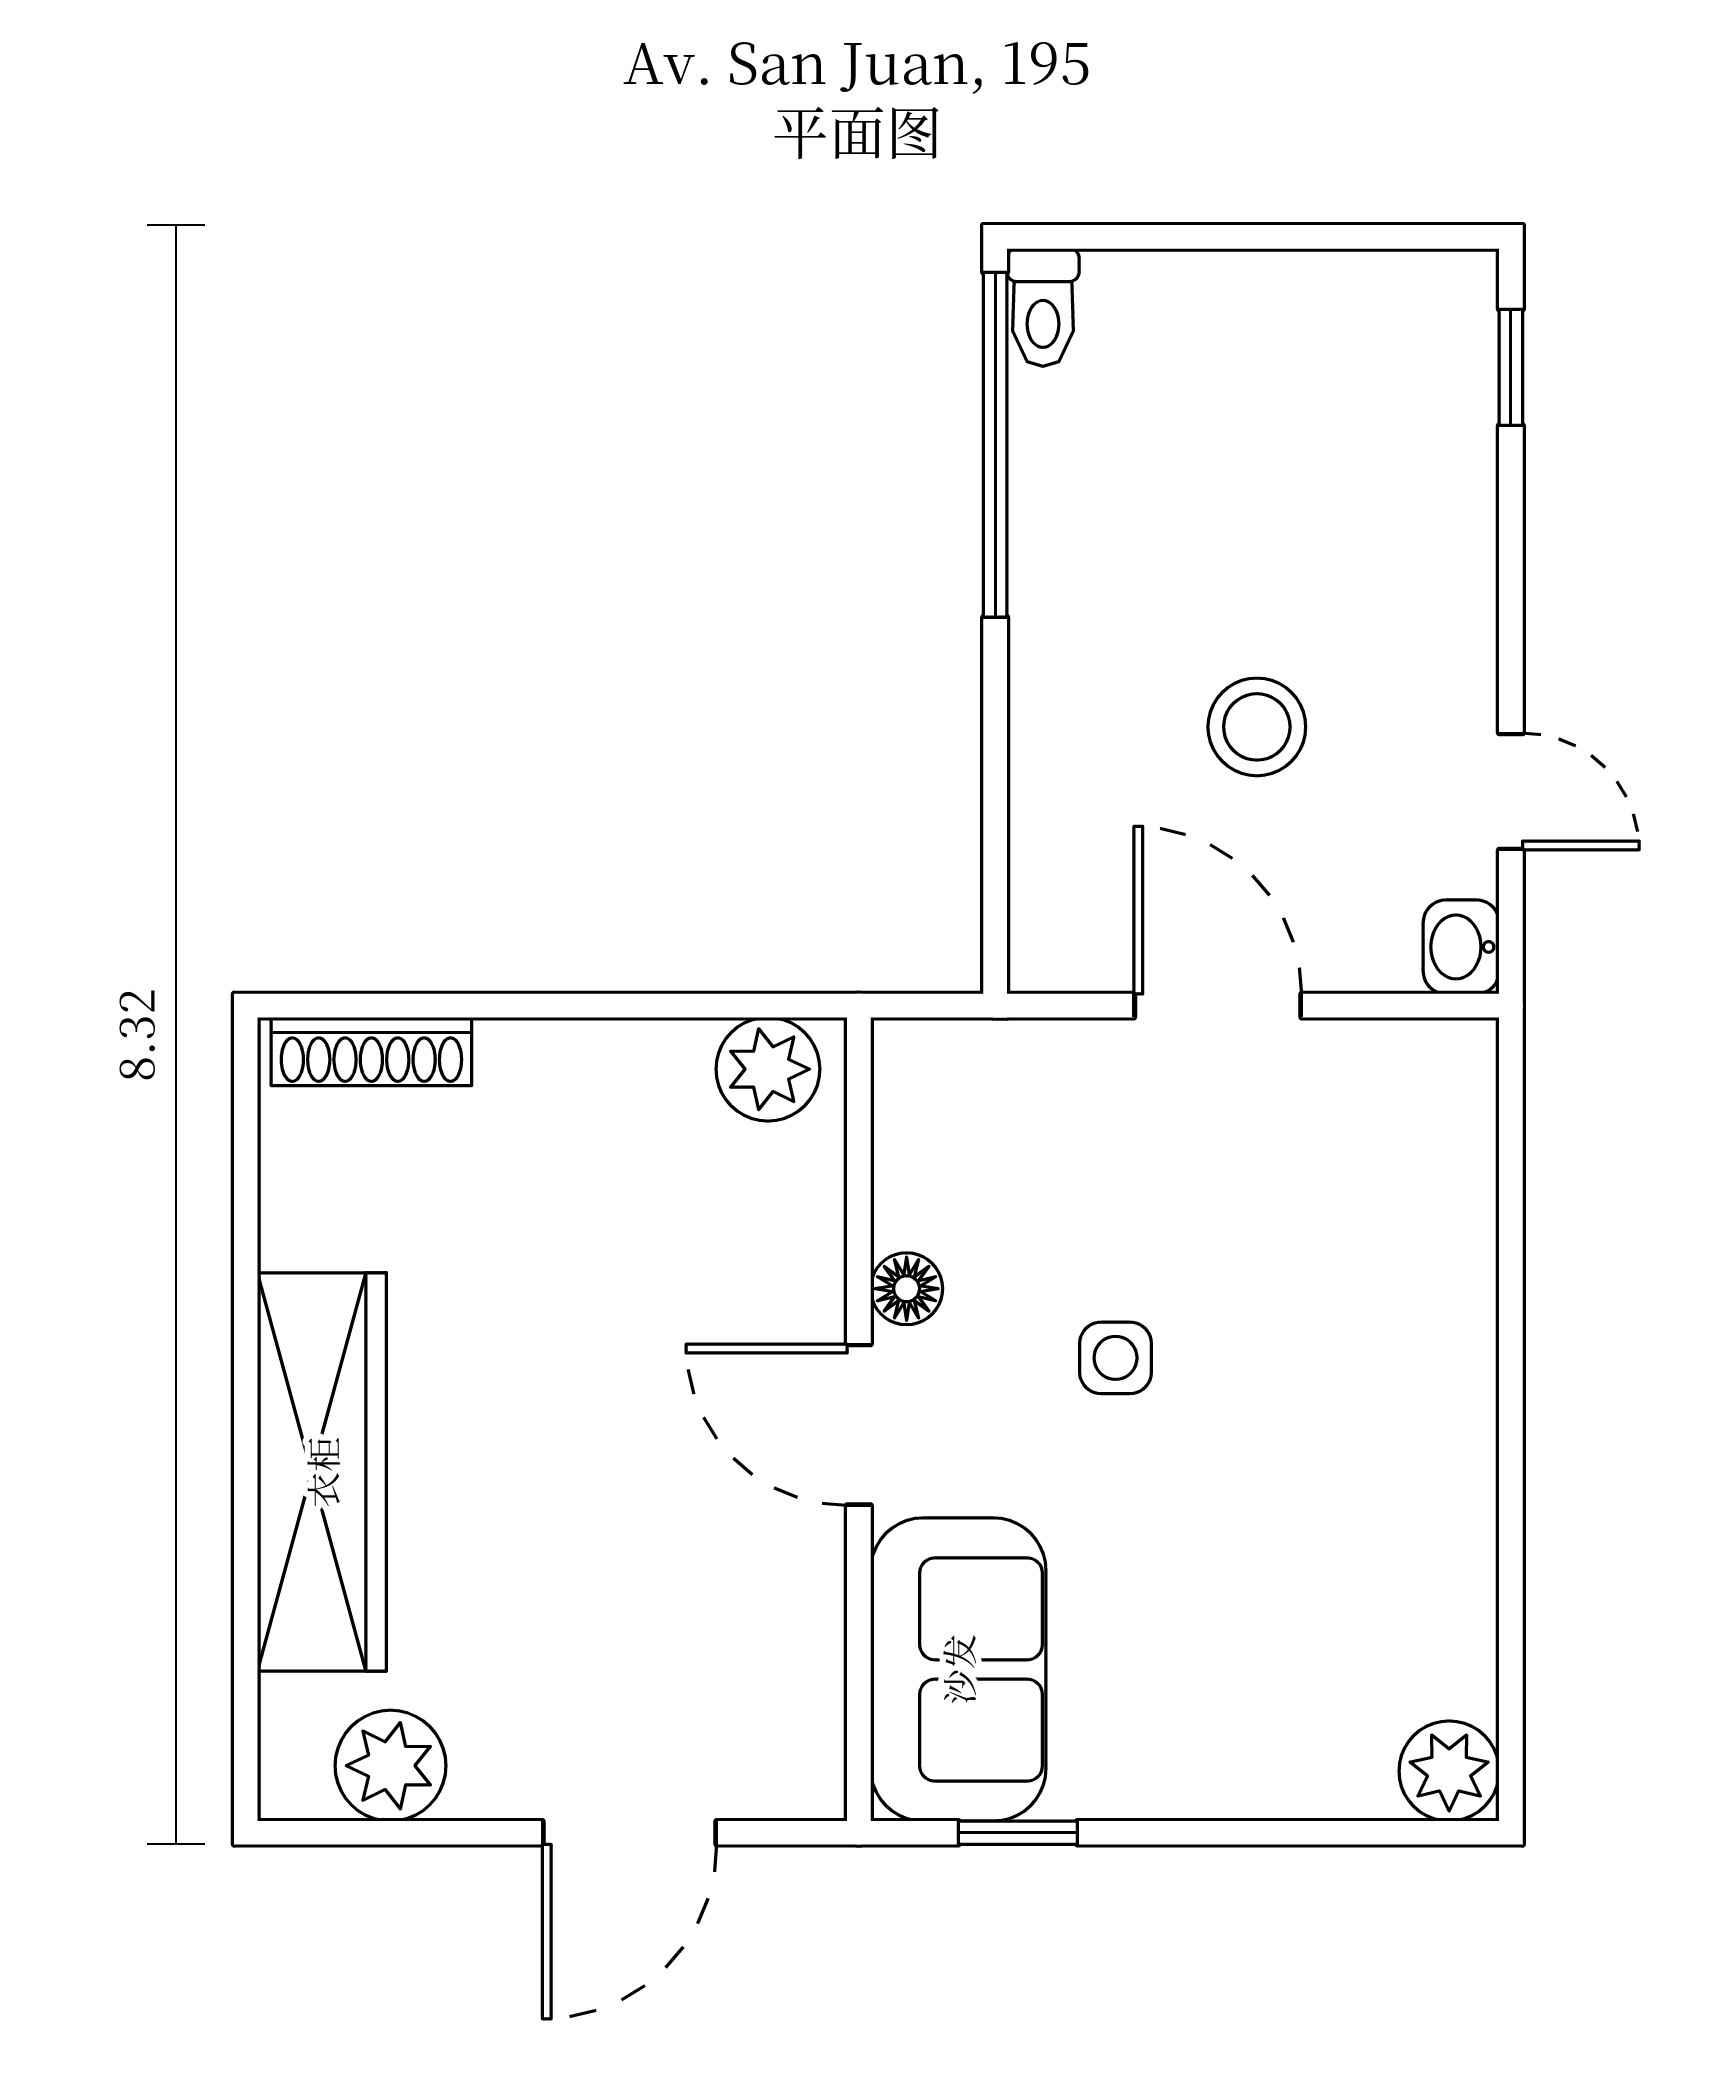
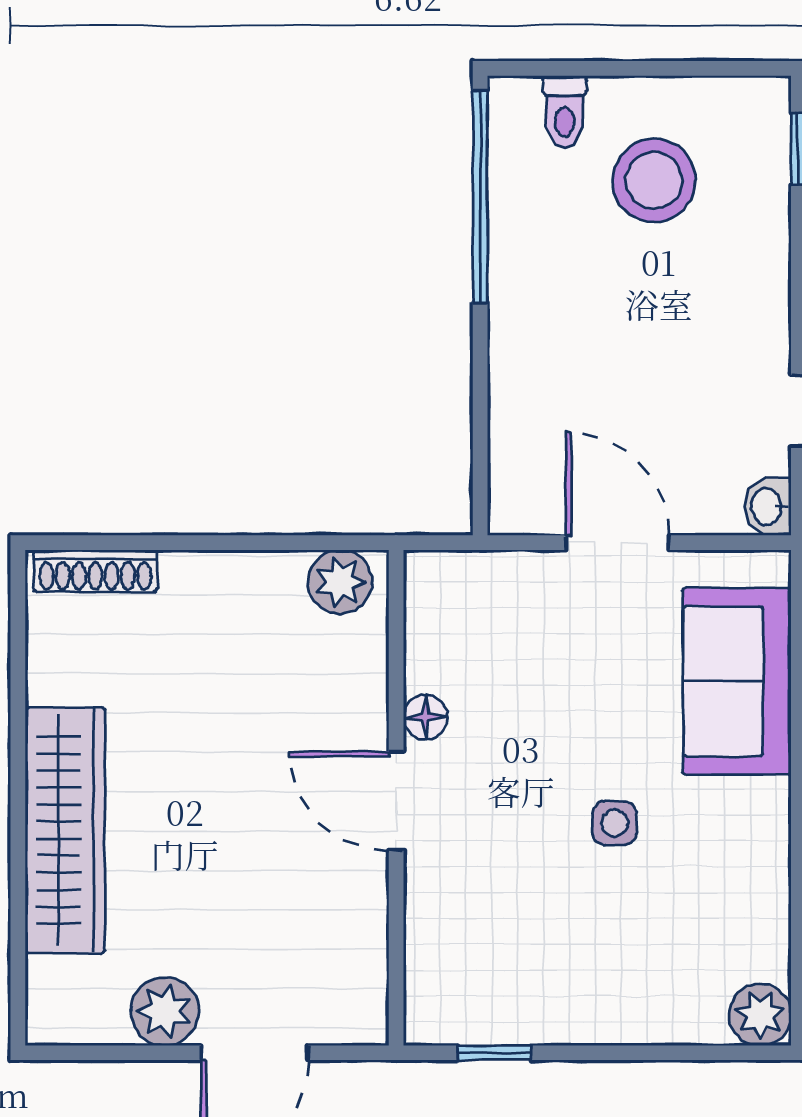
toilet: (1043, 307) -> (565, 112), moved
stool: (1257, 727) -> (654, 180), moved, width x1.38, depth x1.38
side table: (1116, 1358) -> (615, 823), moved
sofa: (958, 1669) -> (737, 681), moved, turned 180
plant: (390, 1766) -> (165, 1011), moved

